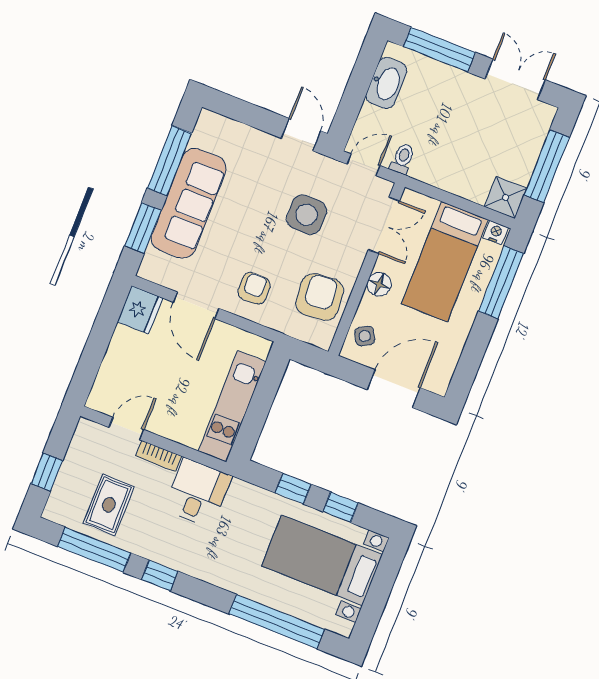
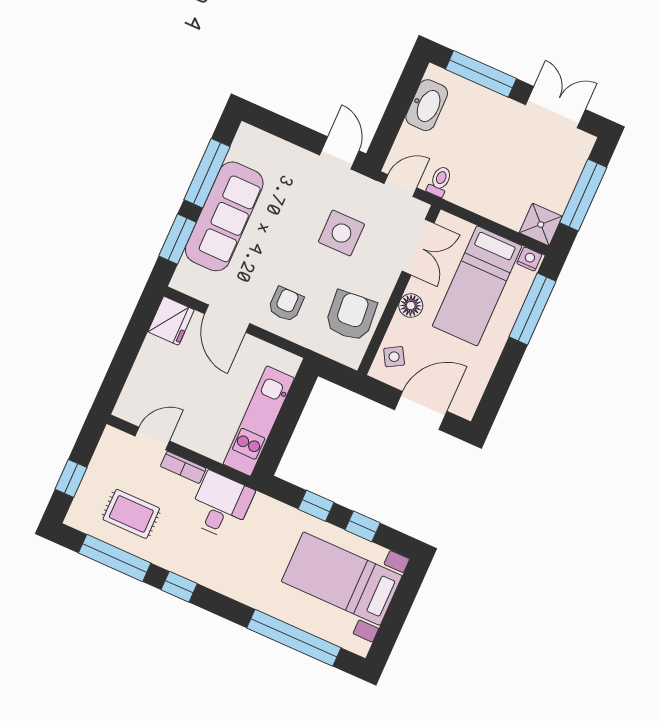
rug: (109, 505) -> (131, 514), turned 90

